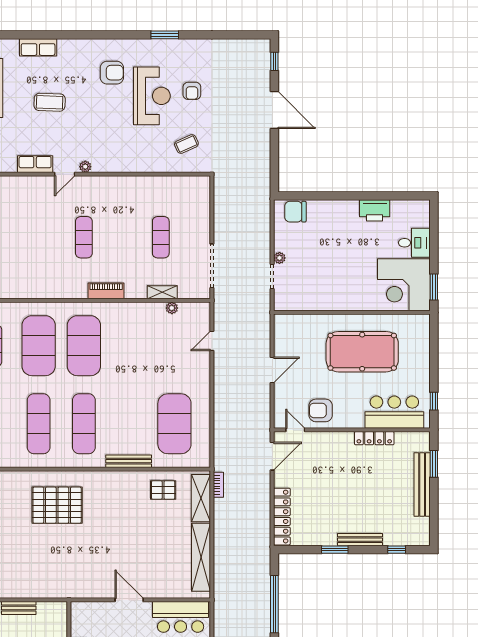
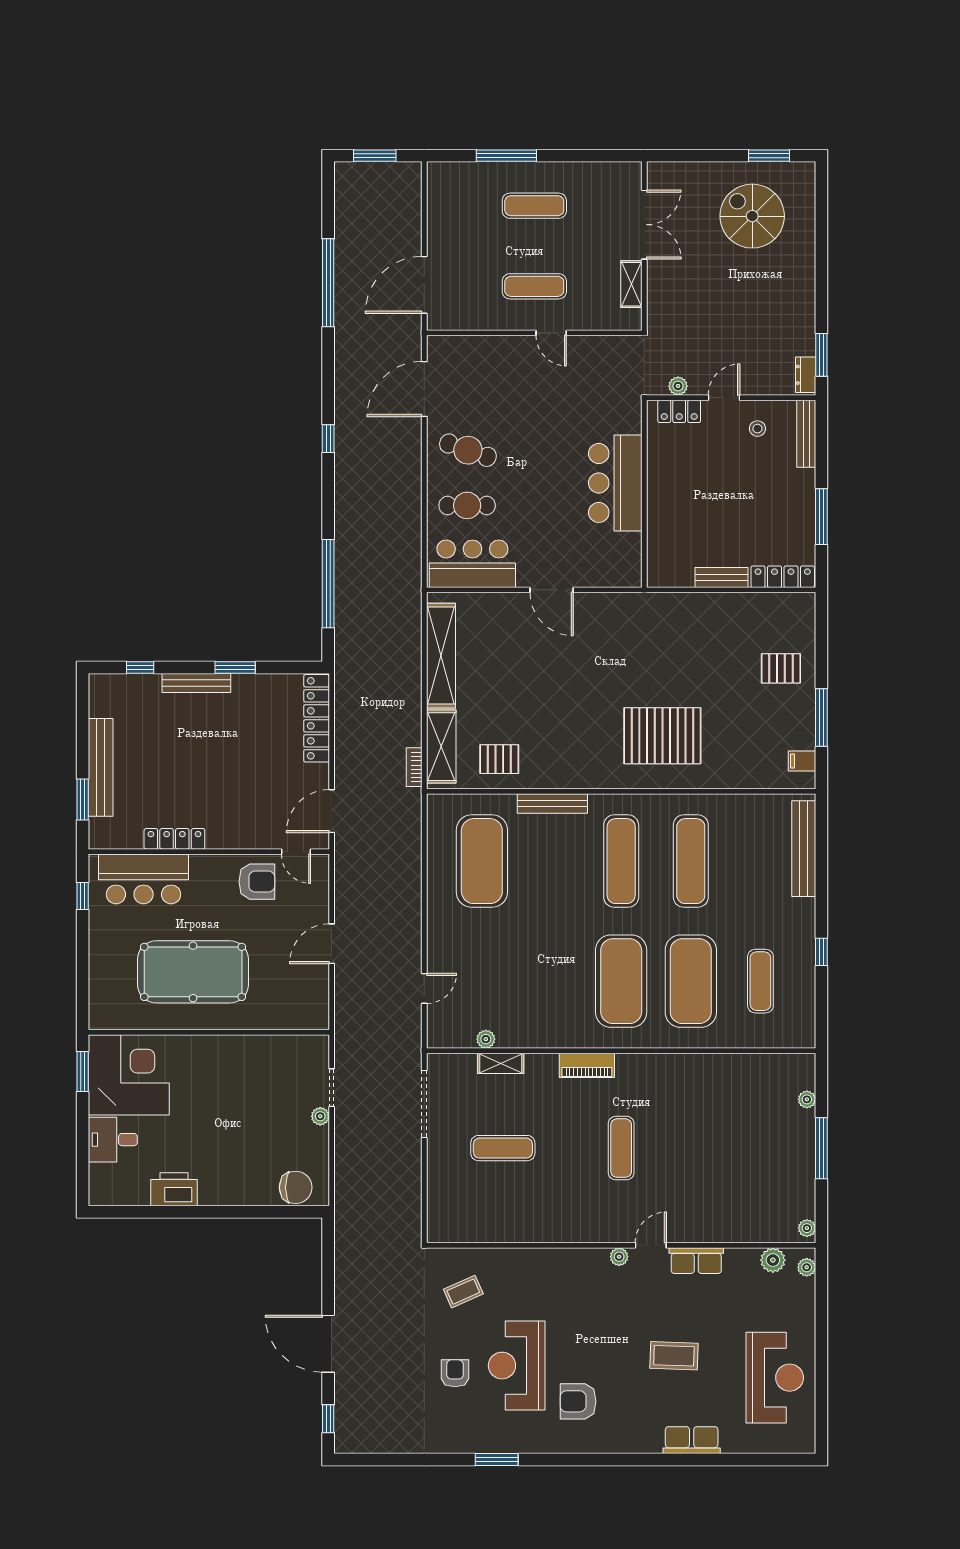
exercise mat: (161, 237) -> (503, 1148), turned 90

